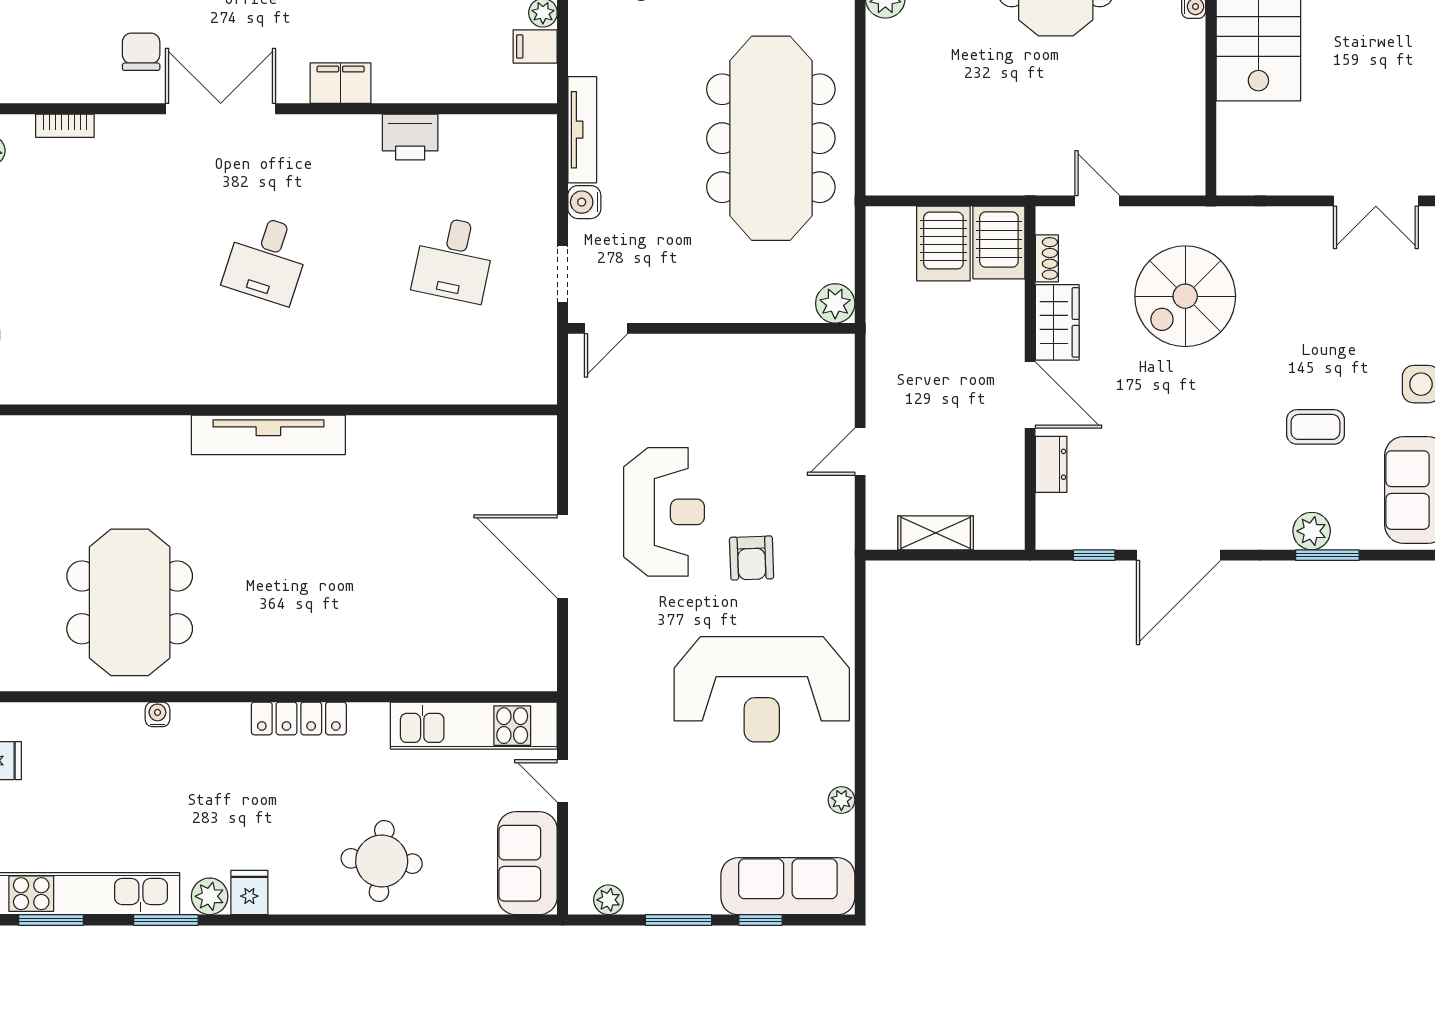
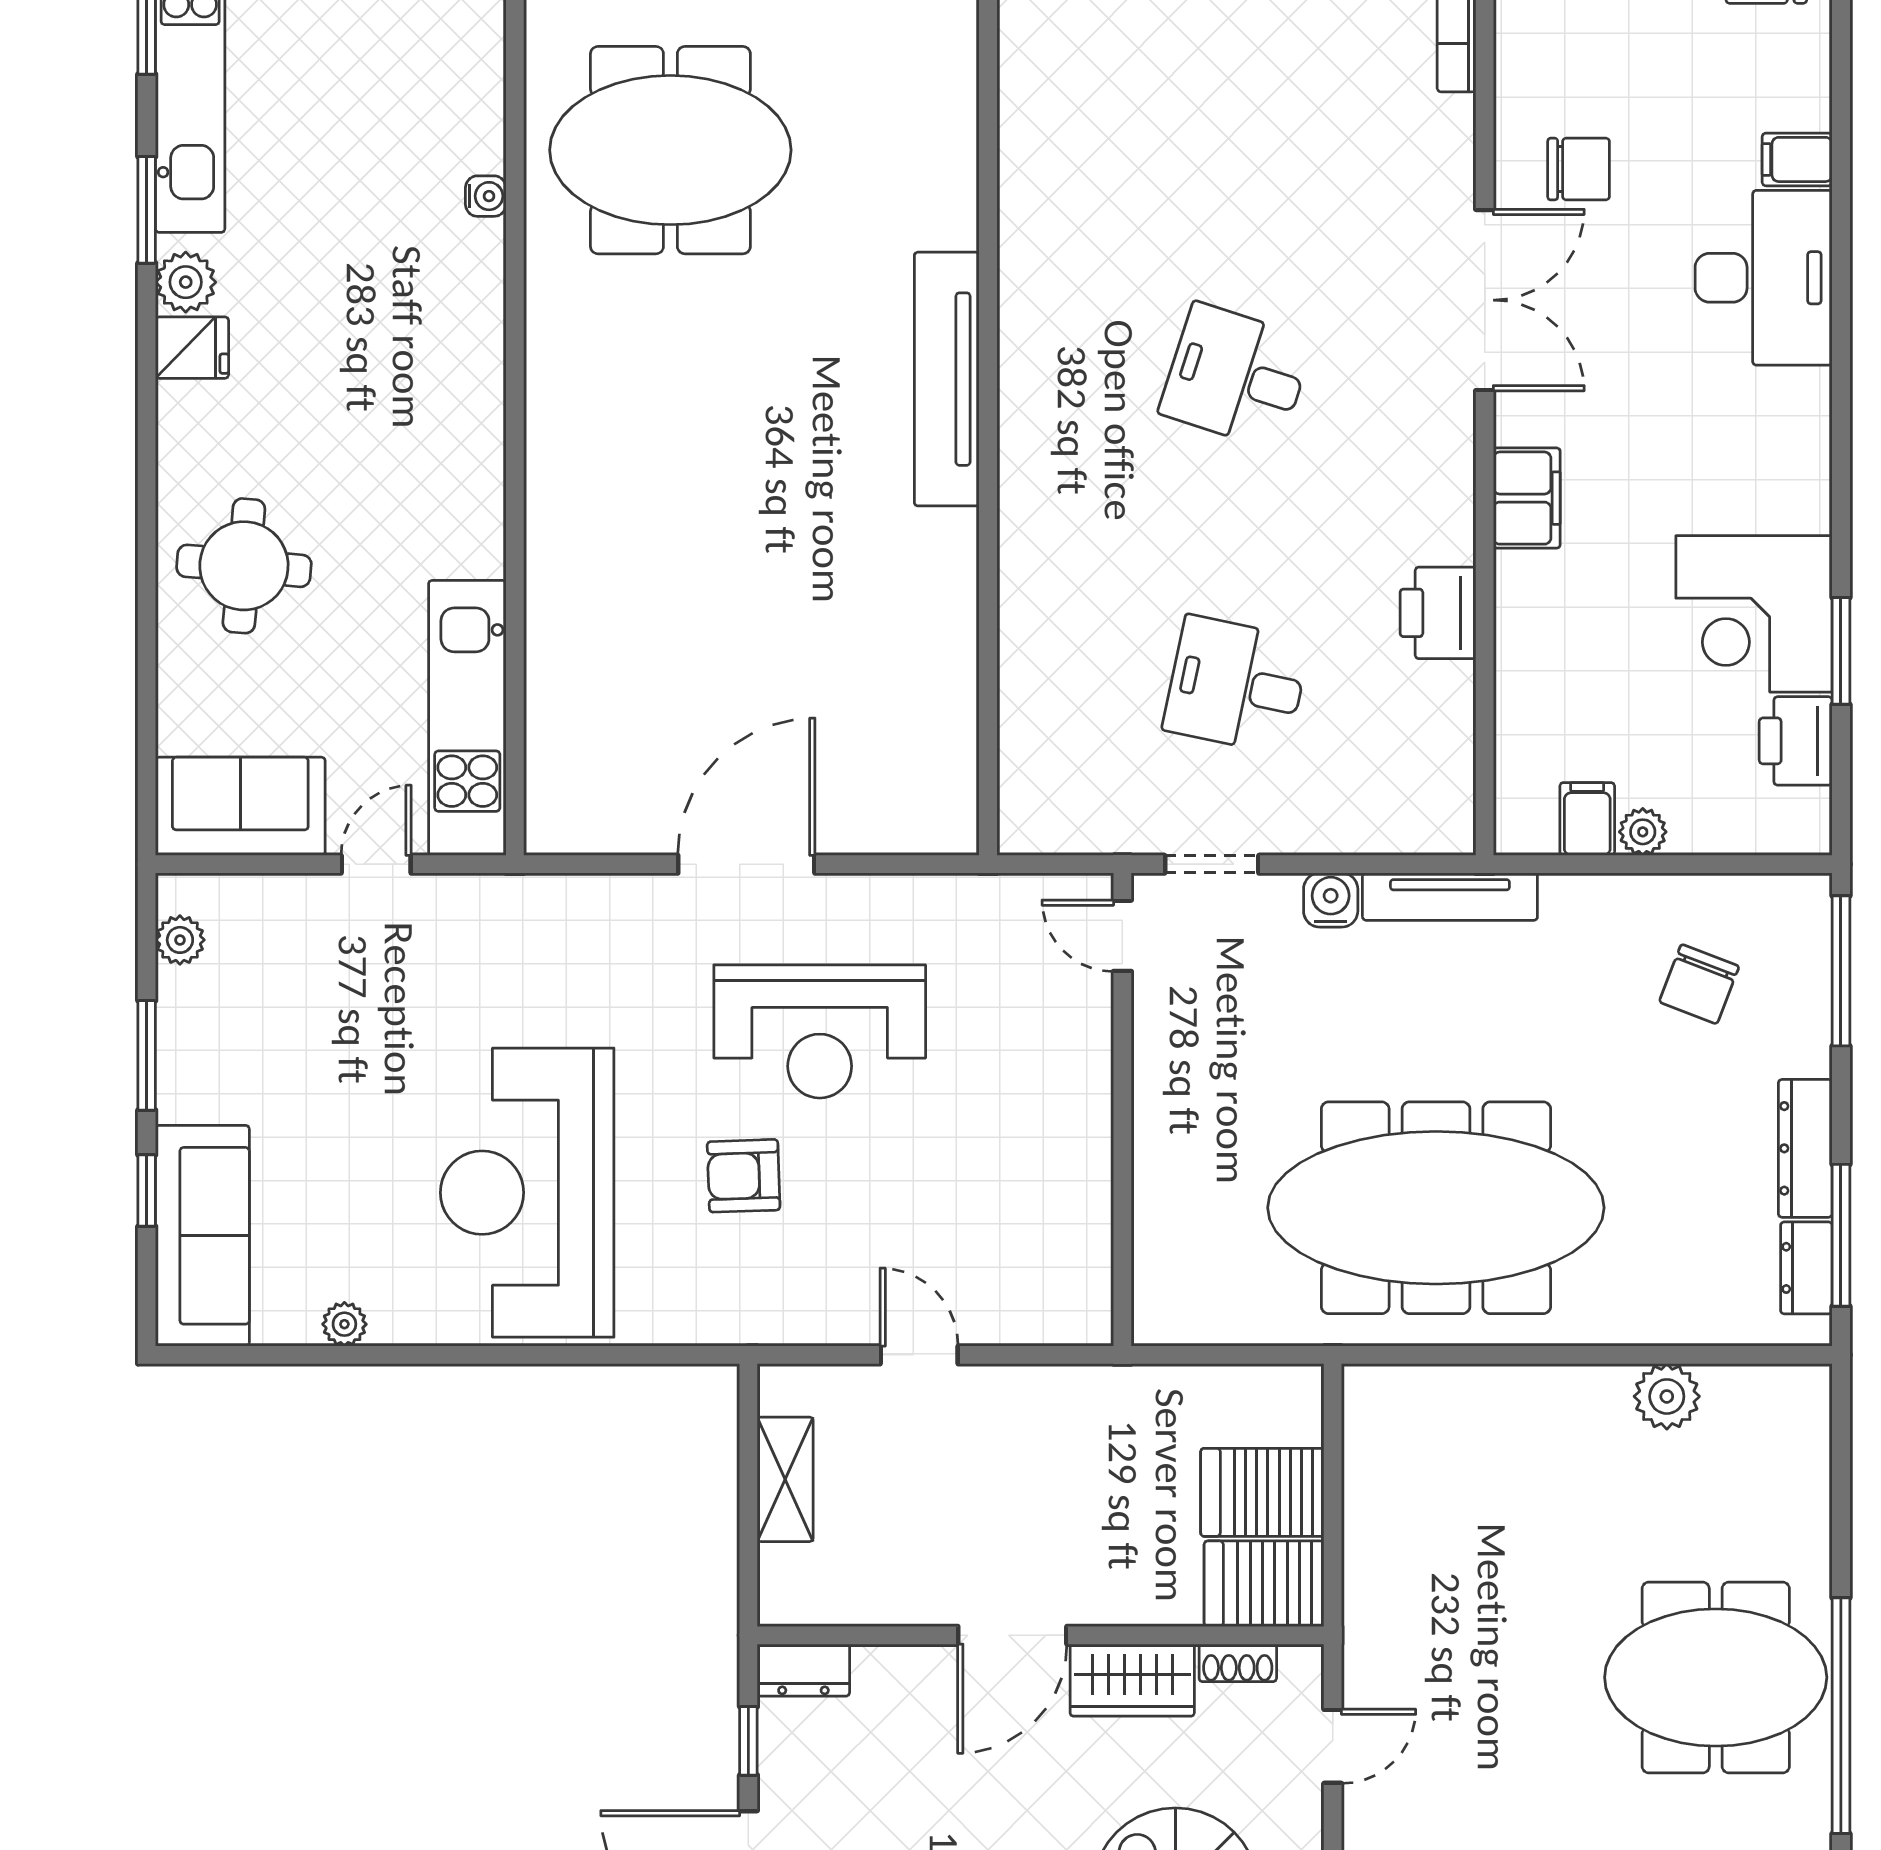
plant: (835, 303) -> (1164, 1314), removed
dresser: (1051, 464) -> (803, 1670), moved
locker: (299, 718) -> (479, 429), removed

